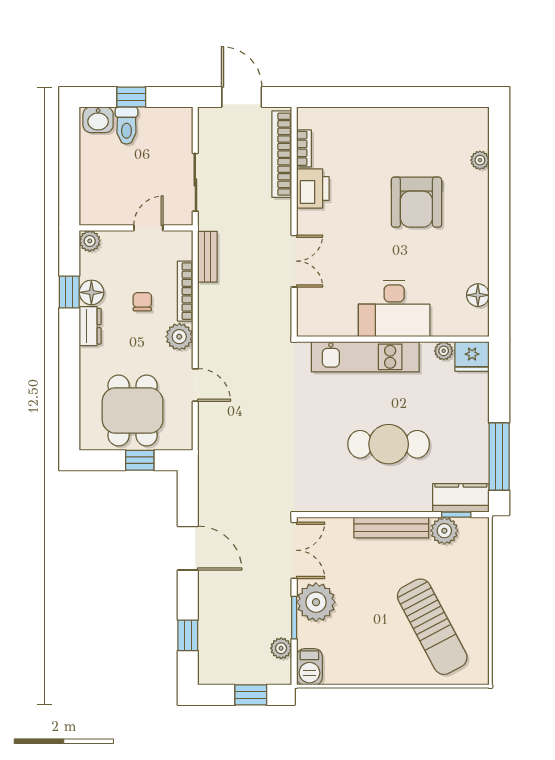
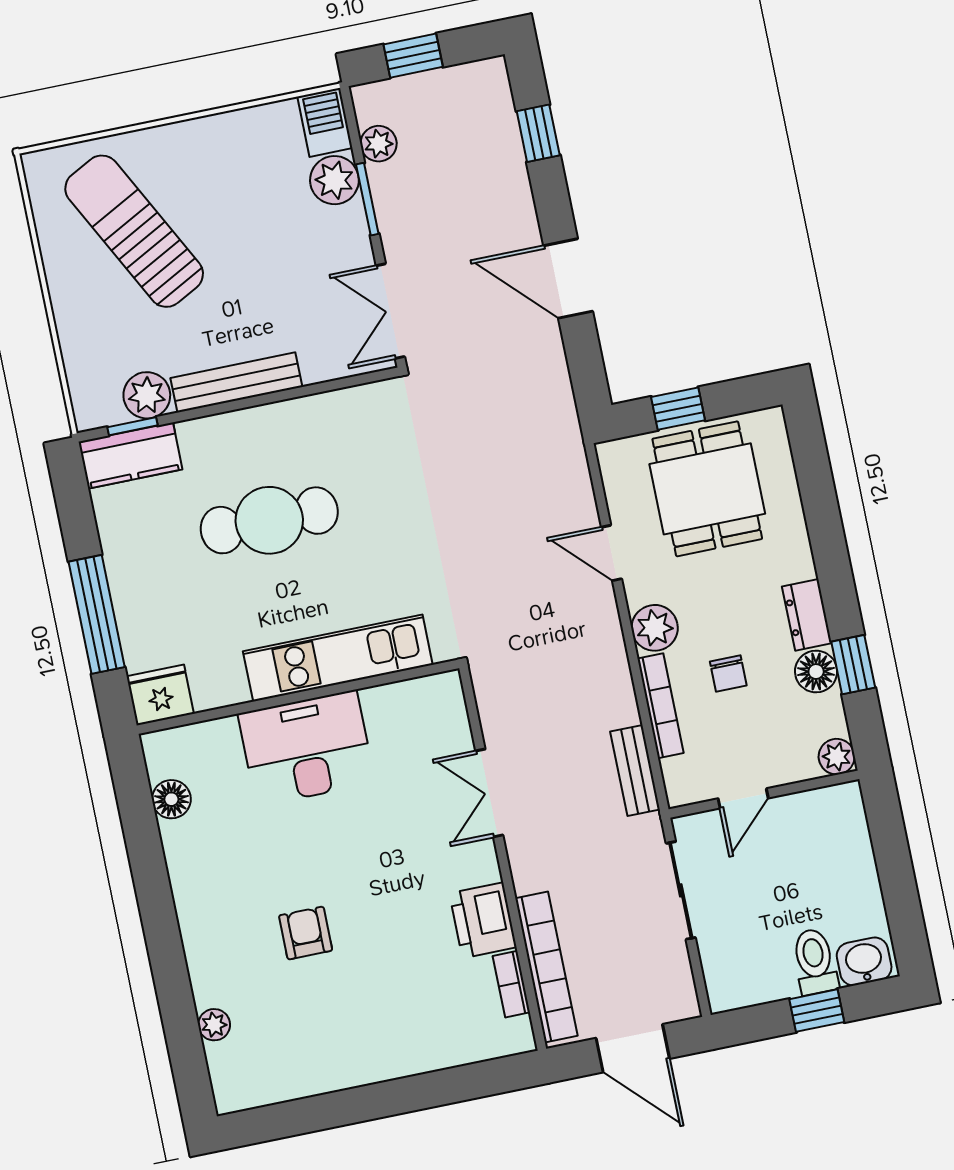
armchair: (416, 202) -> (306, 933), width x0.53, depth x0.53
plant: (444, 351) -> (209, 695), removed
window: (499, 457) -> (97, 614), moved
plant: (316, 602) -> (334, 180), moved, width x0.73, depth x0.73

